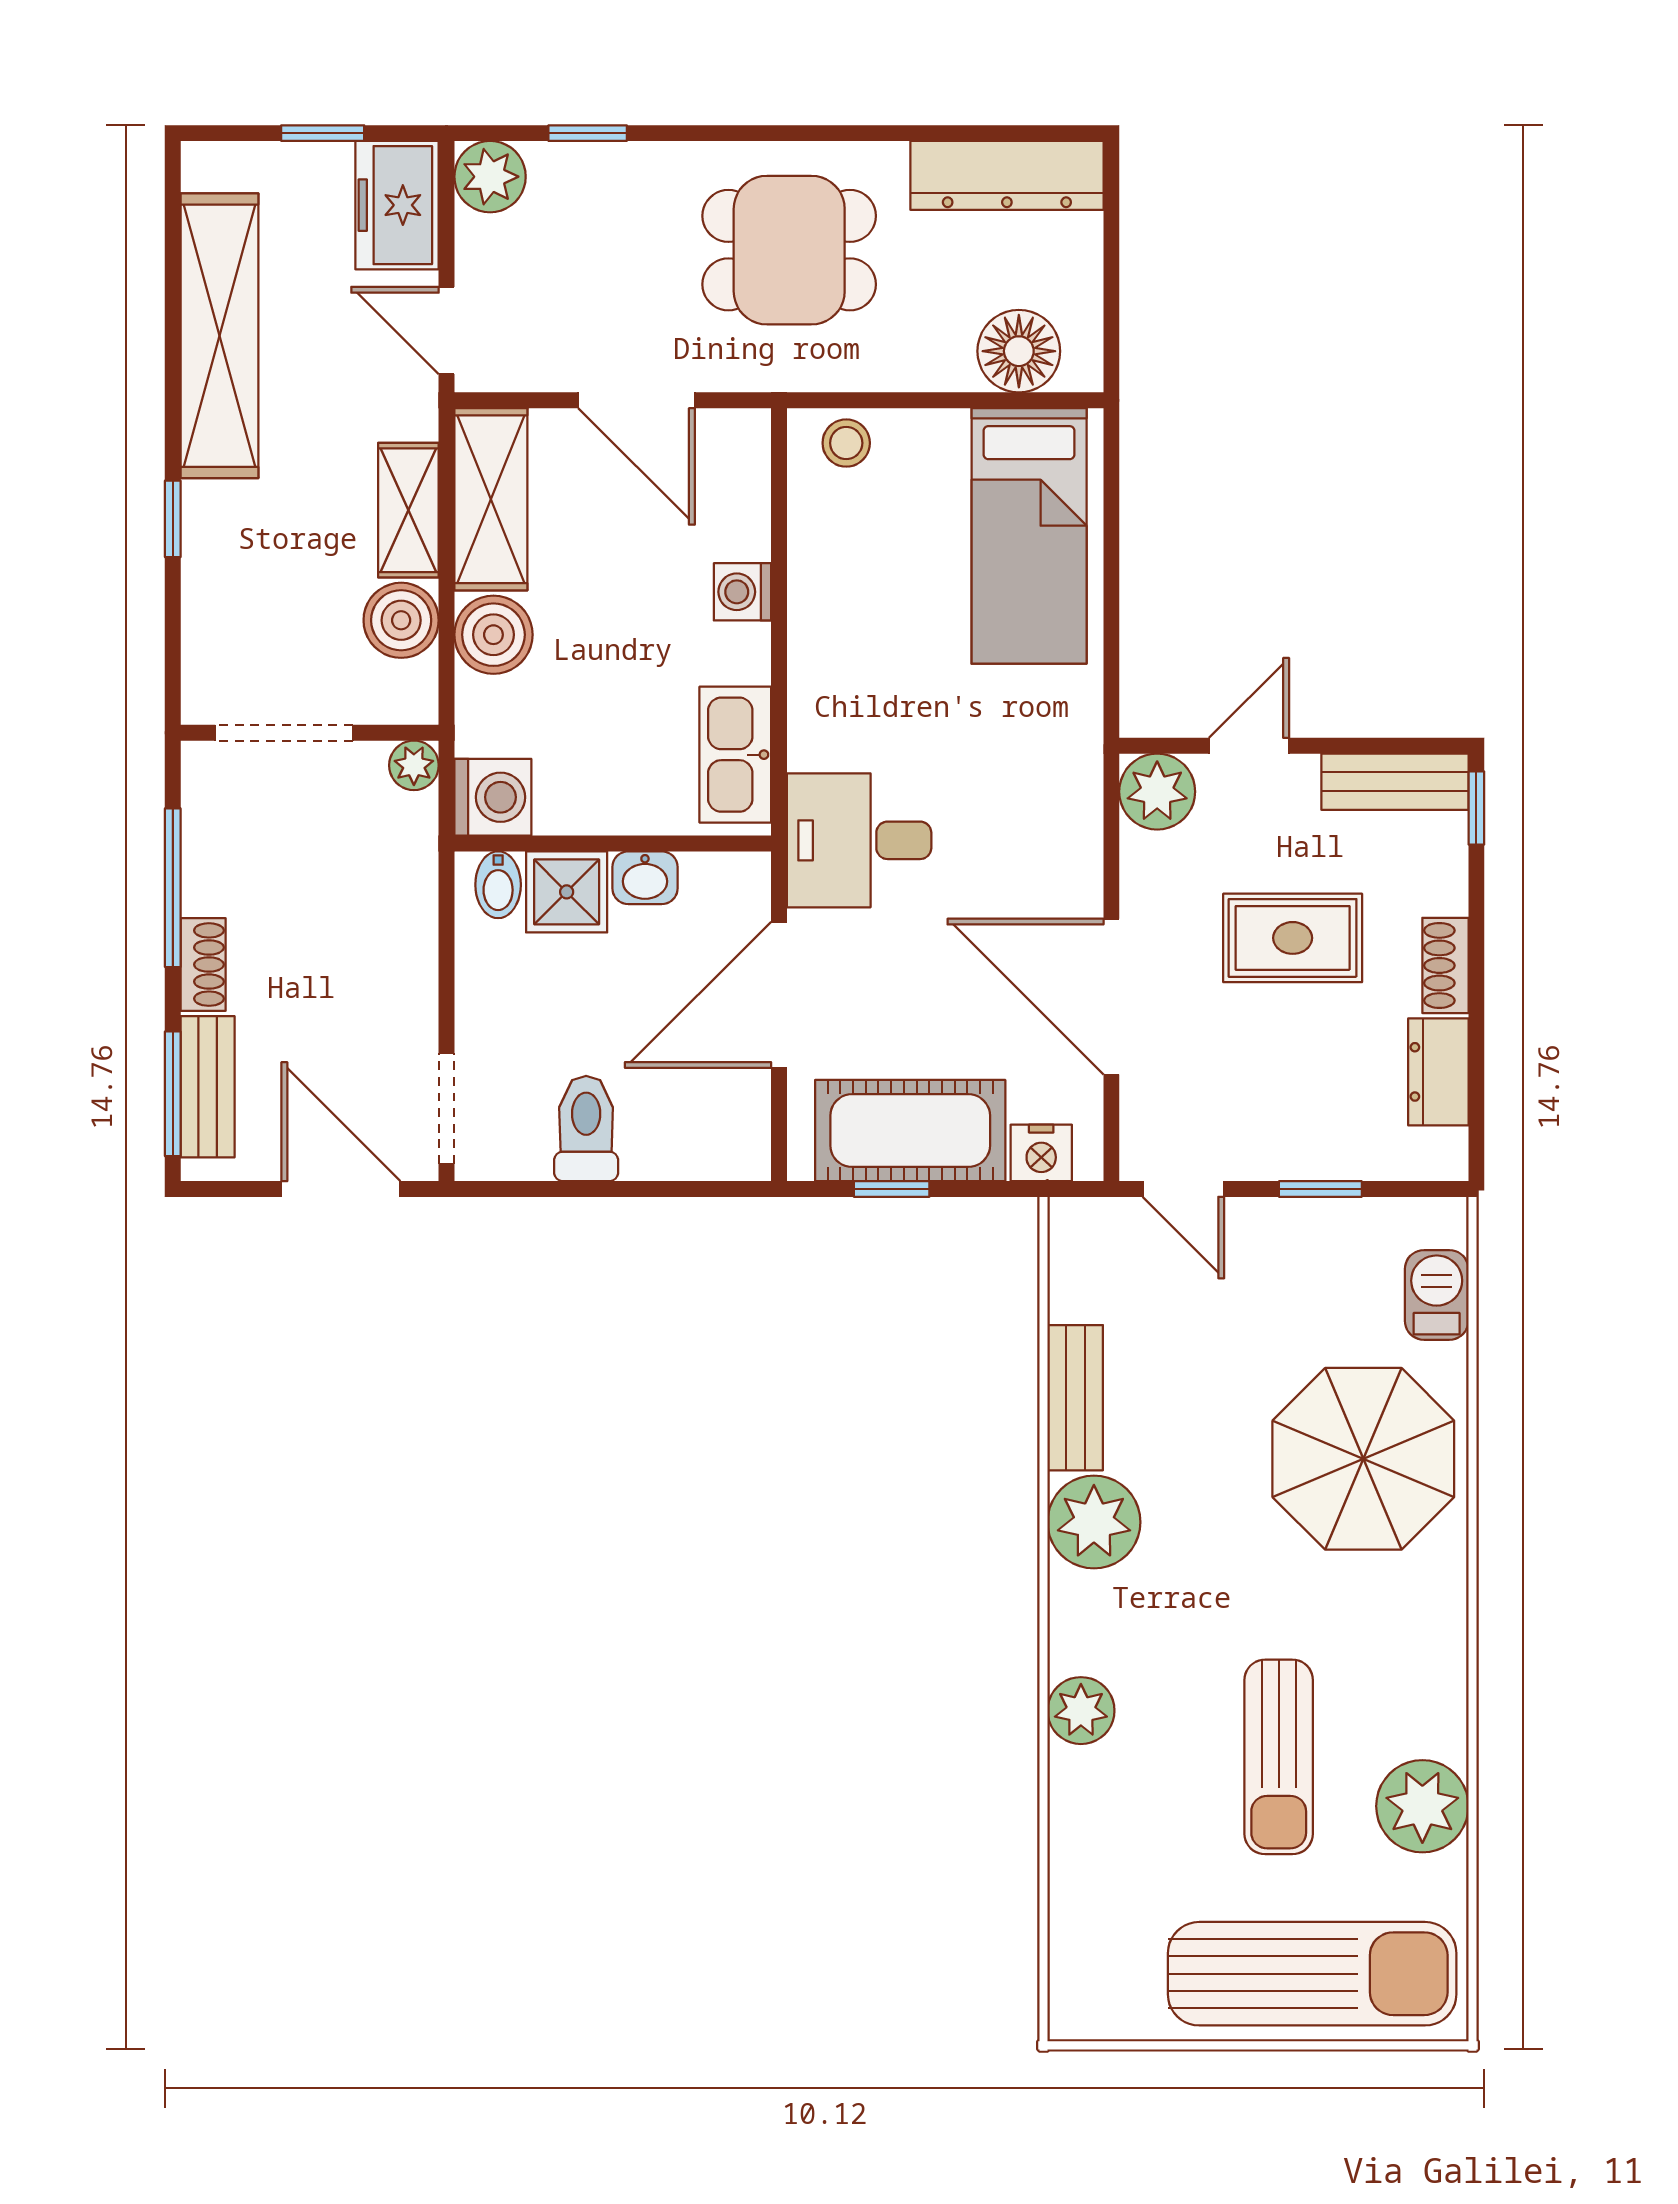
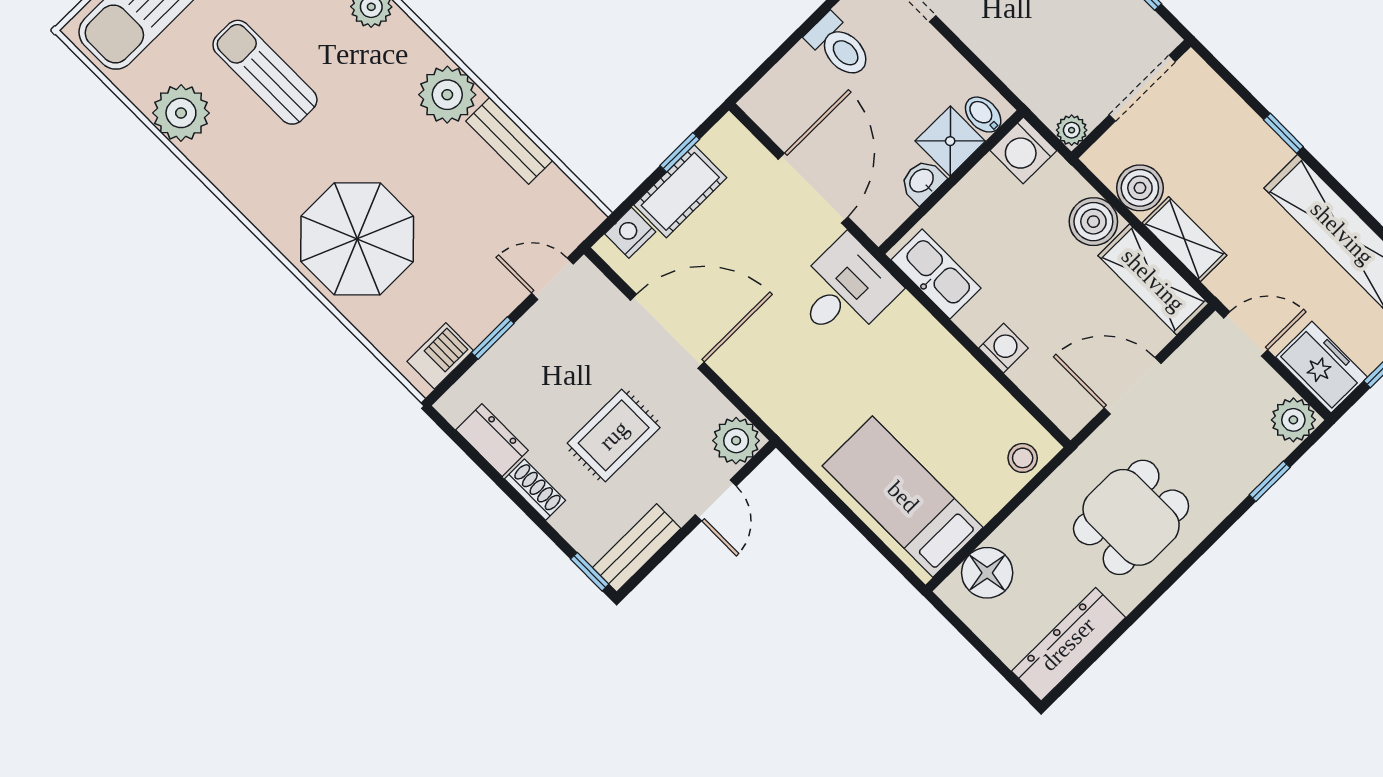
cot: (910, 1131) -> (680, 191), width x0.73, depth x0.75
barbecue: (1437, 1295) -> (440, 356), moved, turned -90

